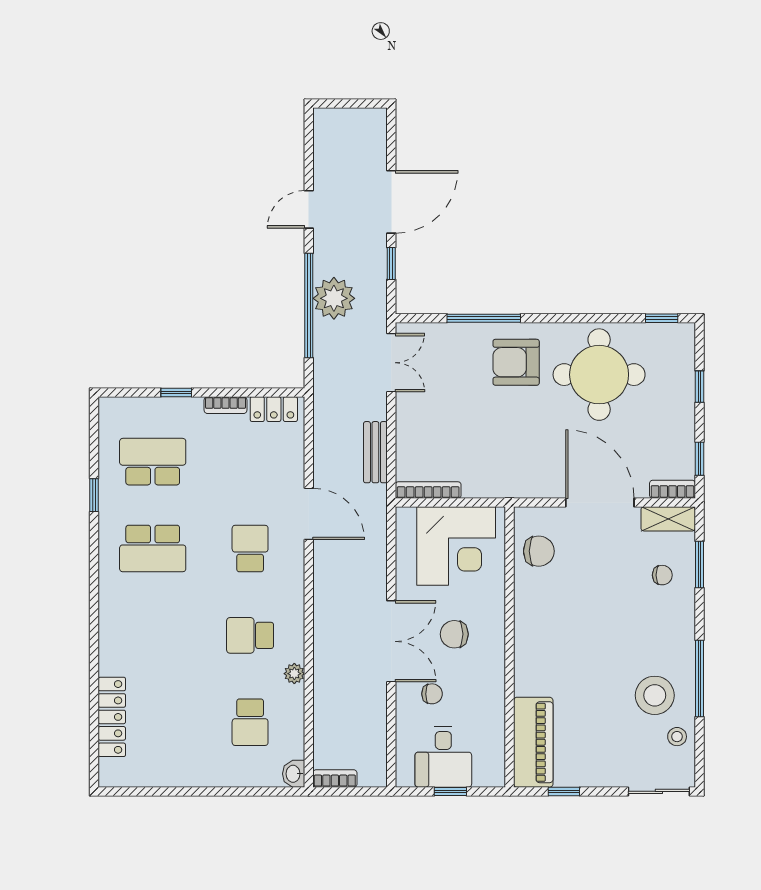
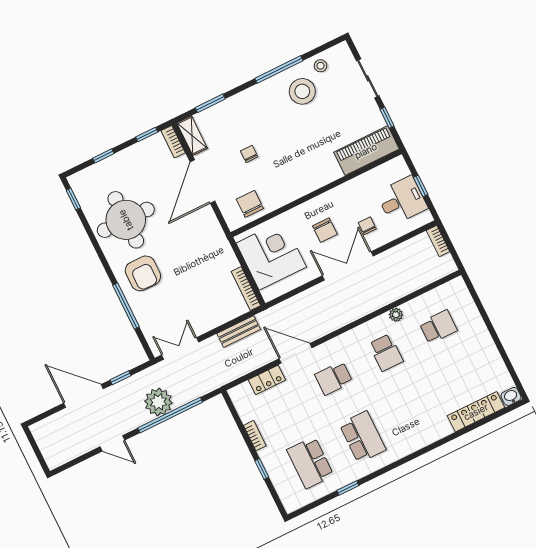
locker: (274, 409) -> (267, 380), moved, turned 90
door: (309, 514) -> (296, 353), hinge flipped
chair: (662, 575) -> (249, 154), moved
washbasin: (294, 774) -> (511, 396), moved, turned 180
bookcase: (335, 778) -> (438, 241), moved
sliding door: (659, 791) -> (368, 78), moved

